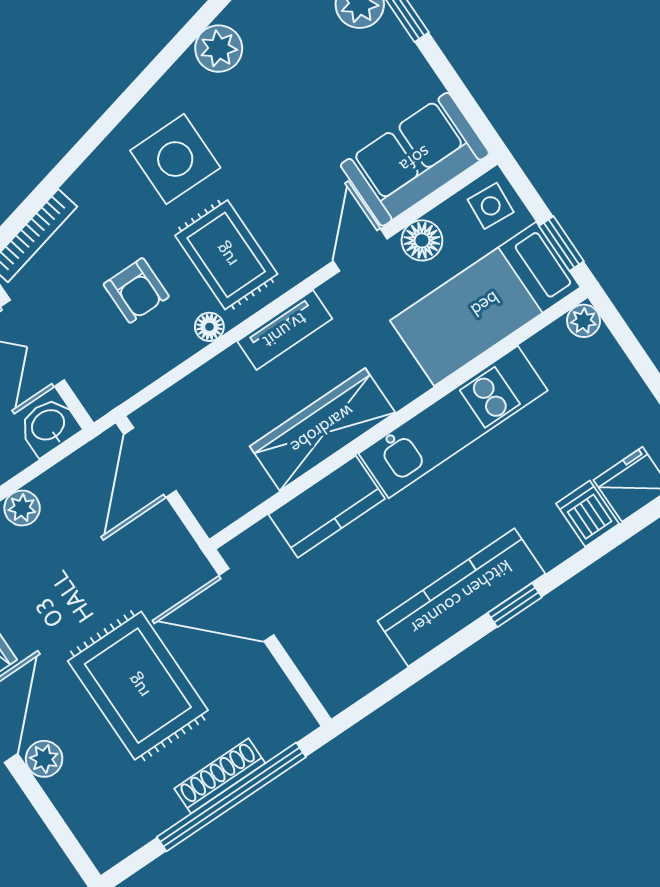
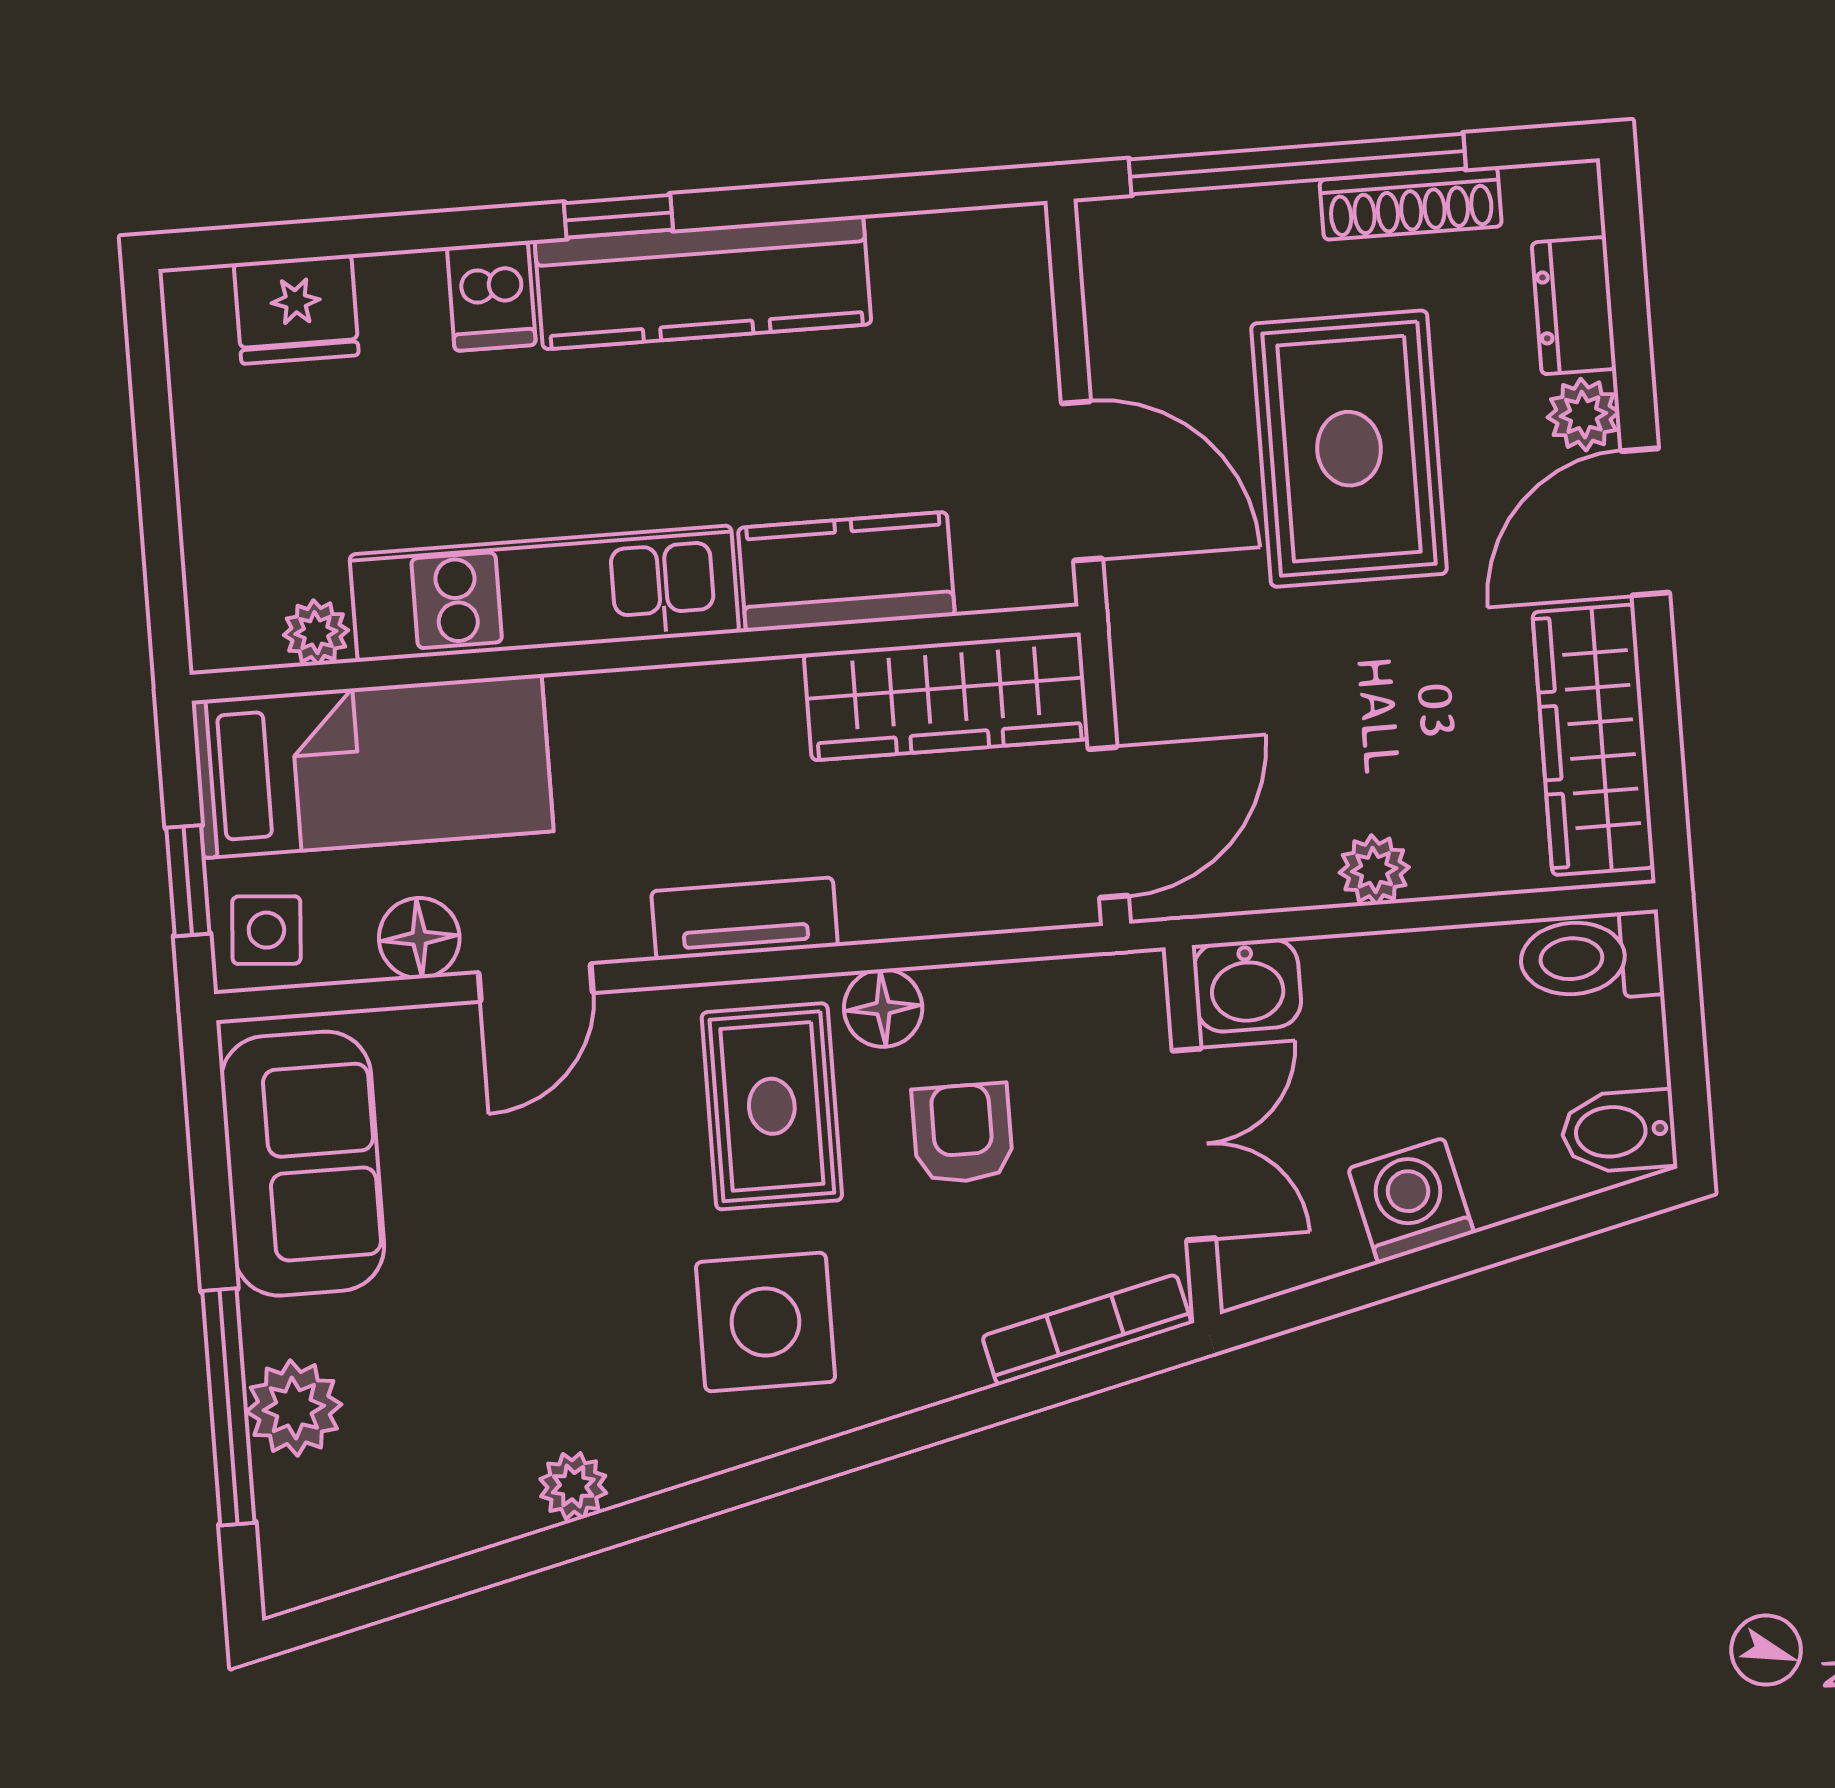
plant: (219, 49) -> (573, 1486), width x0.73, depth x0.73
sofa: (415, 159) -> (302, 1164), moved, turned -90
window: (561, 244) -> (188, 881), moved
plant: (583, 321) -> (316, 633), moved
floor lamp: (209, 327) -> (883, 1008), width x1.37, depth x1.37
wardrobe: (322, 429) -> (946, 697), moved
dishwasher: (588, 514) -> (491, 296), moved
shoe rack: (220, 776) -> (1411, 203), moved
dresser: (75, 804) -> (1574, 306), added

